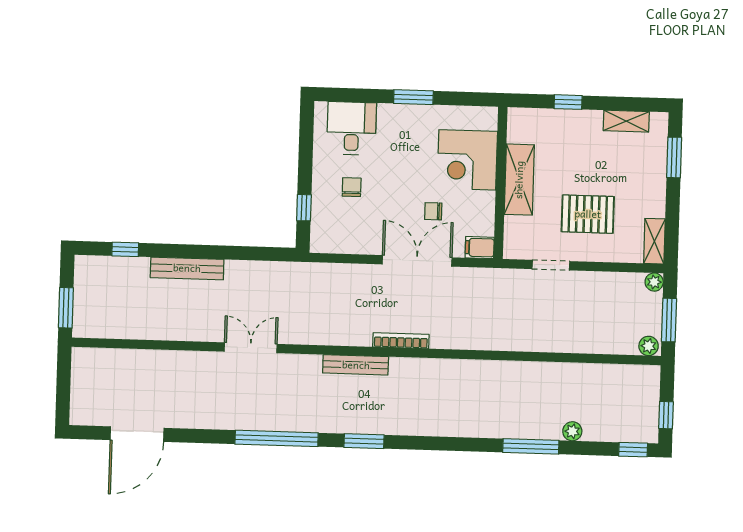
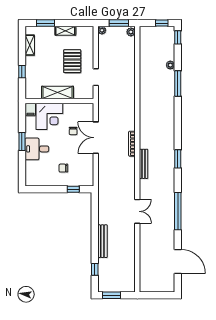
desk: (352, 128) -> (37, 149), moved
shelving: (654, 241) -> (65, 31), moved
filing cabinet: (480, 248) -> (31, 109), moved
window: (66, 308) -> (112, 295), moved
double door: (251, 348) -> (137, 211), swing flipped
window: (277, 438) -> (178, 211), moved

